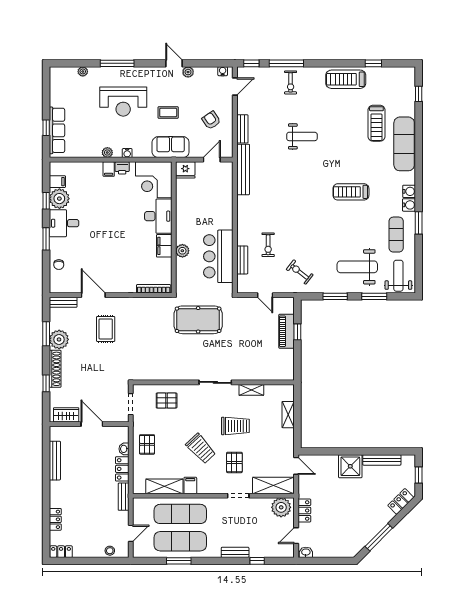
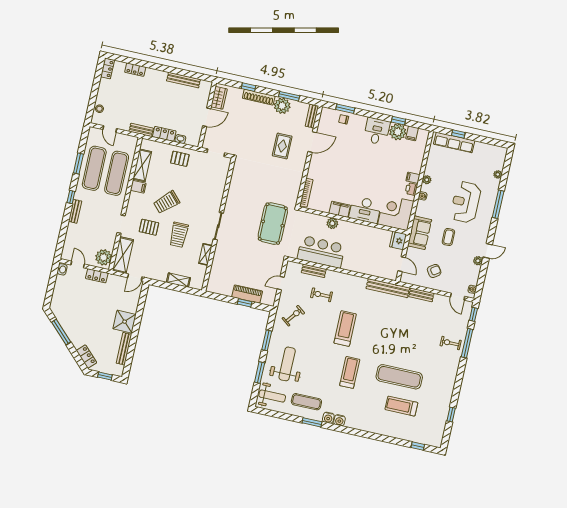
treadmill: (346, 79) -> (345, 329), moved
weight bench: (302, 136) -> (404, 342), removed
exercise mat: (404, 144) -> (399, 377), moved
window: (46, 239) -> (345, 109), moved
rug: (106, 329) -> (282, 146), turned 90
pallet: (167, 401) -> (212, 183), removed
window: (257, 561) -> (71, 197), moved

